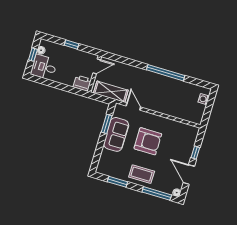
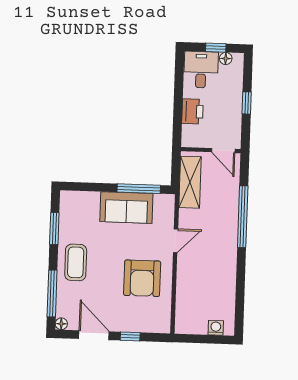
window: (166, 73) -> (243, 217), moved
printer: (82, 83) -> (192, 111), moved
door: (133, 107) -> (176, 241), moved
window: (107, 124) -> (139, 189), width x1.44
armchair: (148, 141) -> (142, 278), moved
door: (189, 175) -> (94, 335), hinge flipped

